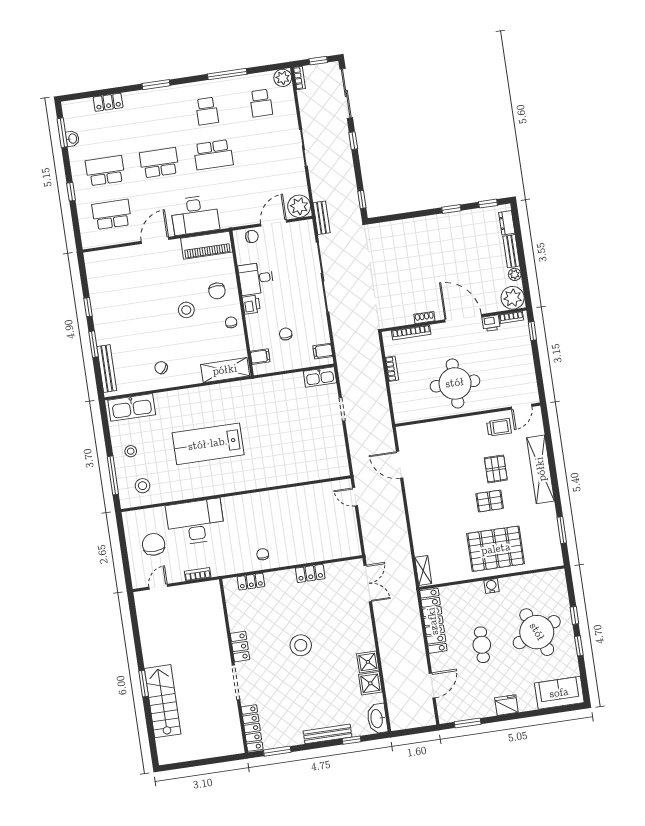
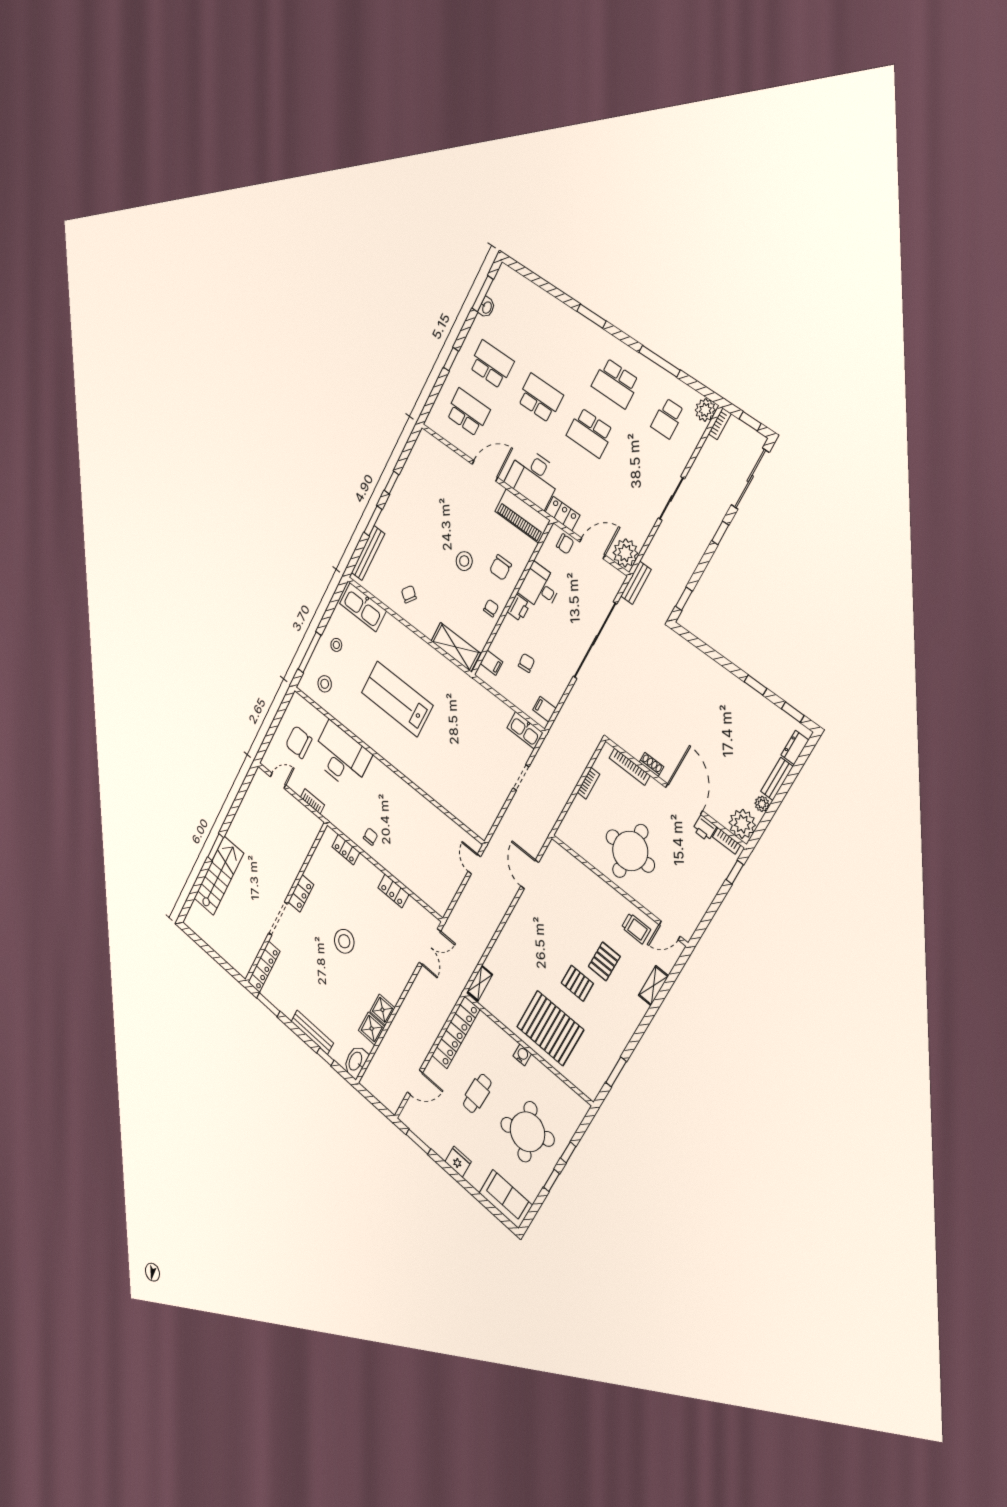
locker: (108, 102) -> (562, 514), moved, turned 180
school desk: (207, 111) -> (615, 383), width x1.85
shelving: (541, 469) -> (653, 986), width x0.45, depth x0.75
chair: (154, 544) -> (299, 742), turned -90

